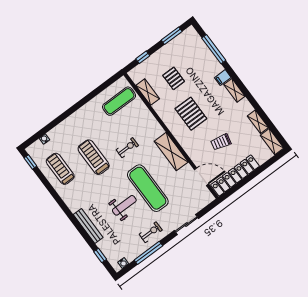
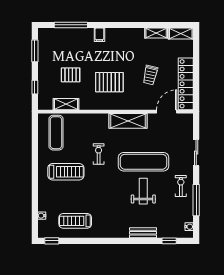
shelving: (234, 90) -> (117, 33), removed
treadmill: (94, 157) -> (66, 172), moved, turned 180
bench: (88, 226) -> (143, 233), width x0.73

